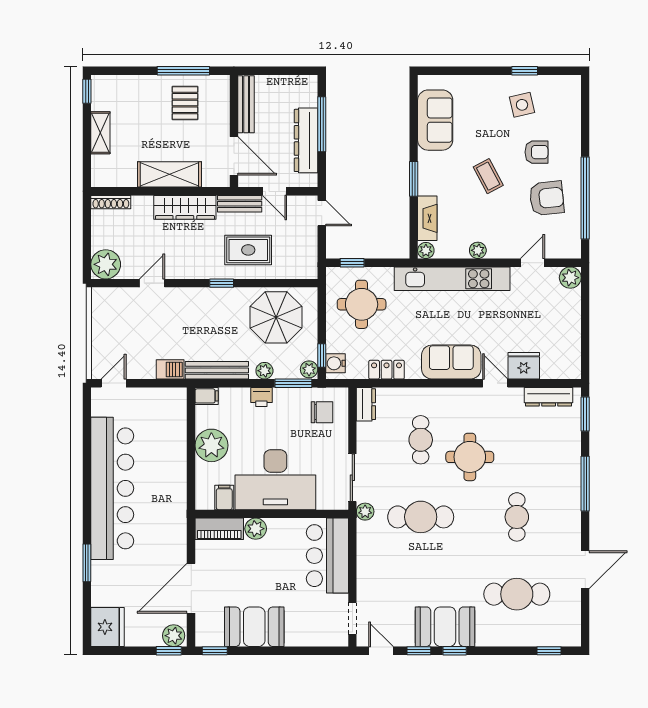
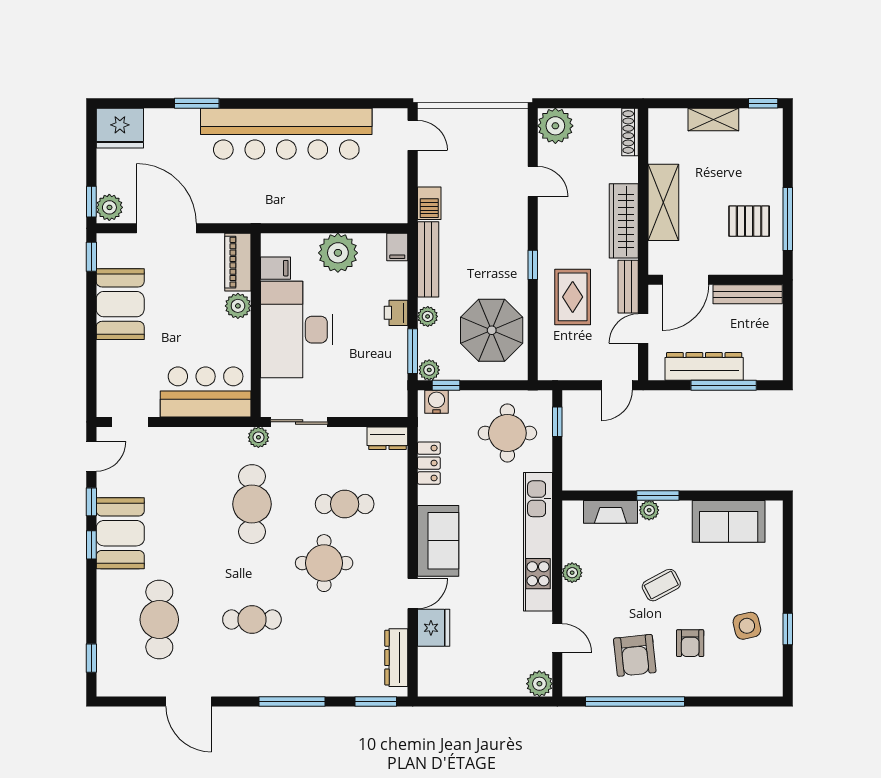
plant: (426, 250) -> (649, 510), moved
chair: (322, 412) -> (378, 385), removed

